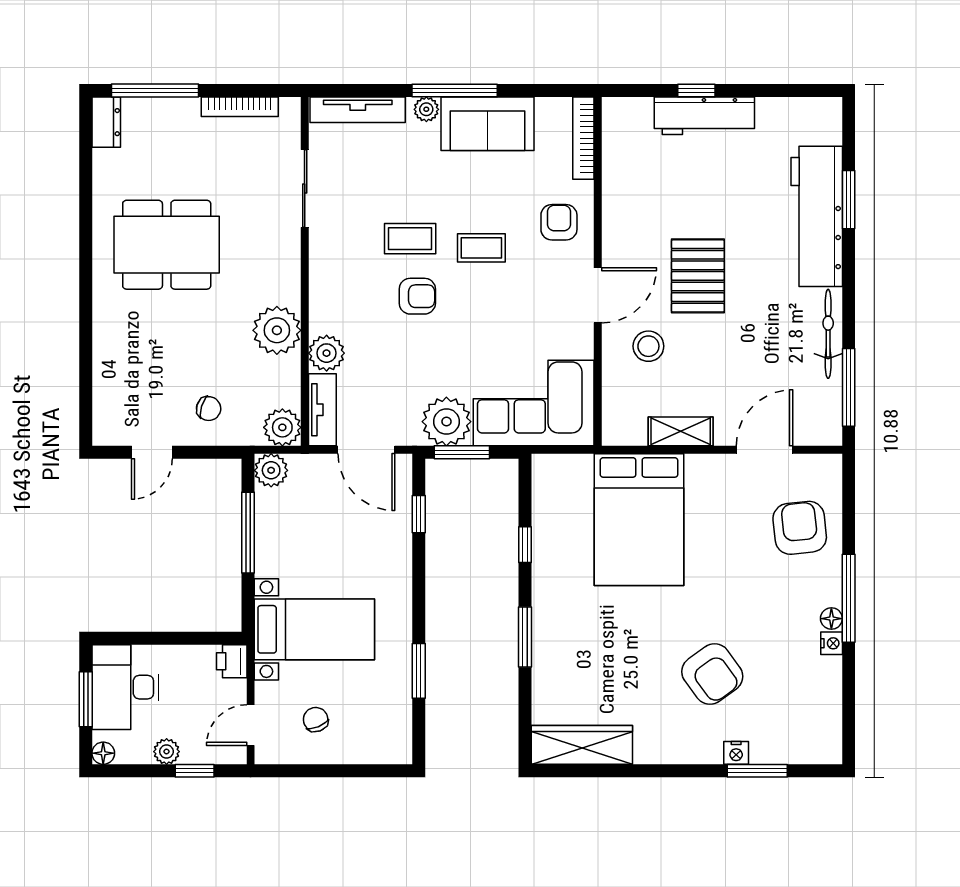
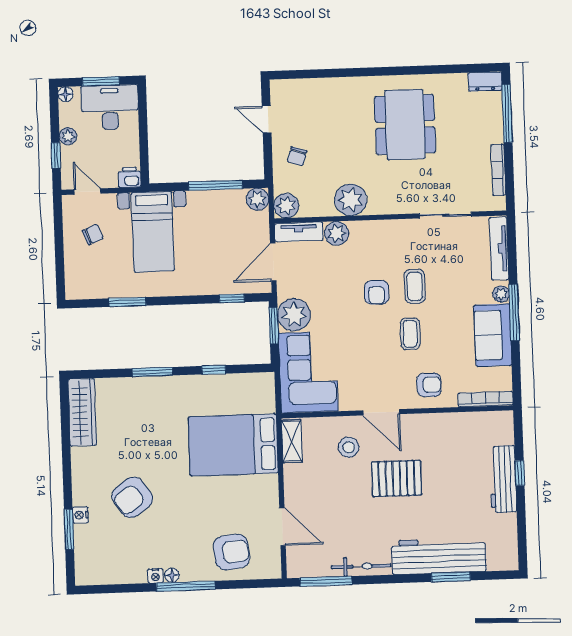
shelving: (681, 431) -> (292, 441), moved

